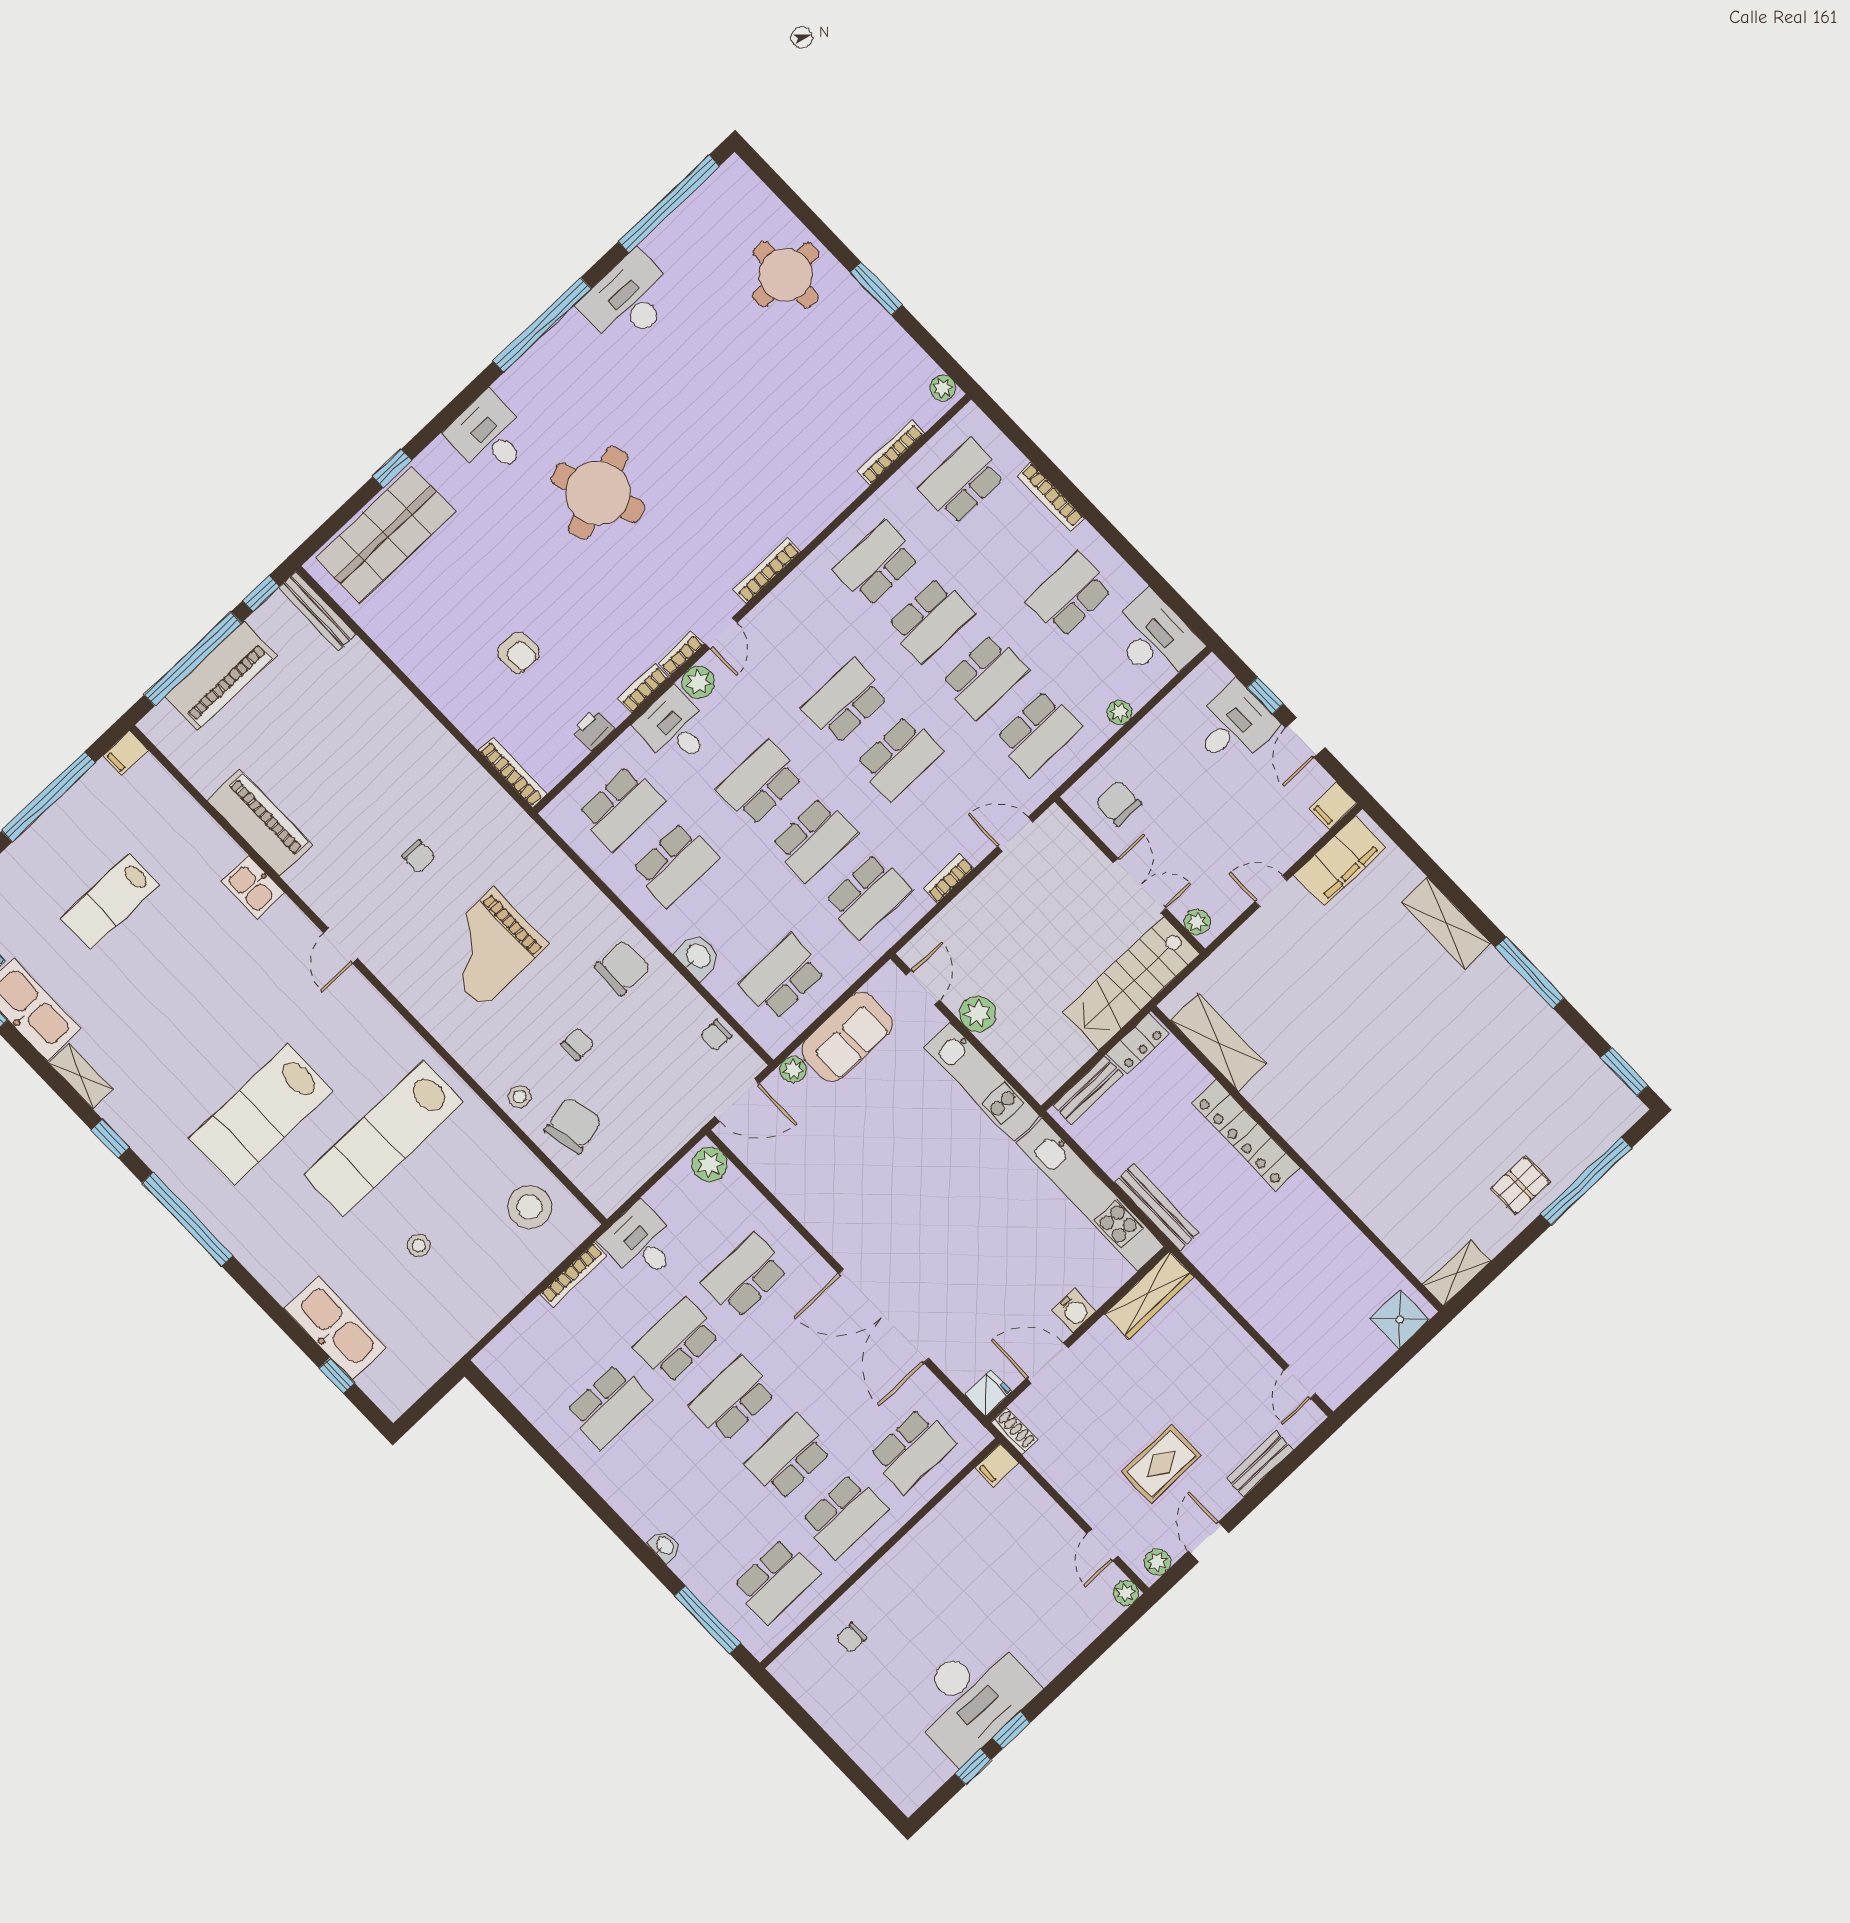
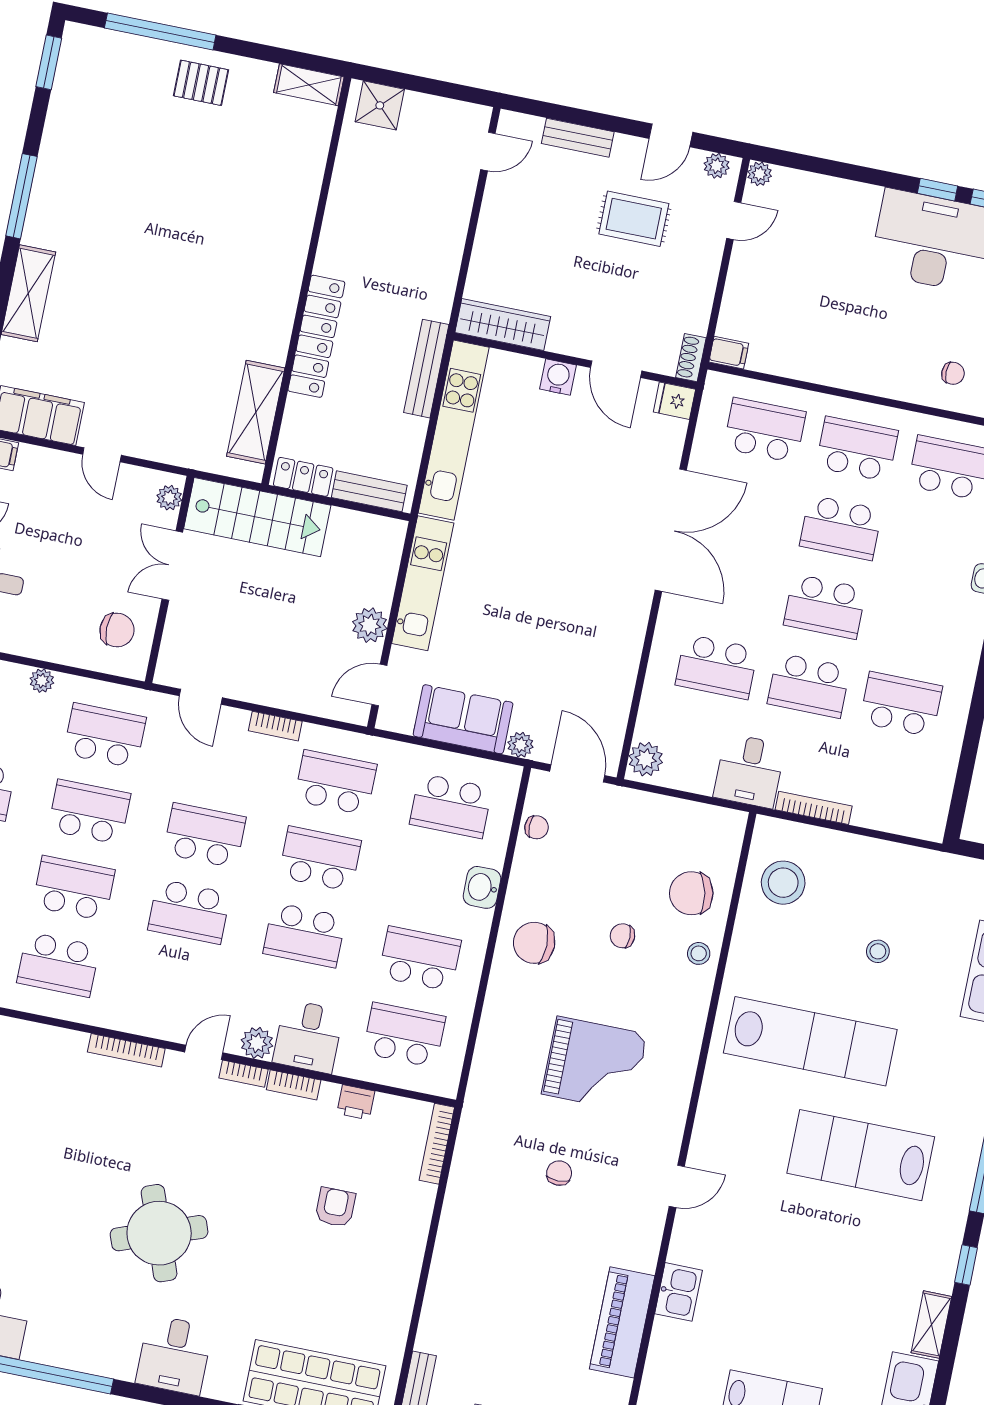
chair: (1118, 803) -> (117, 630), turned -90
lab bench: (261, 1115) -> (861, 1155), turned 180

